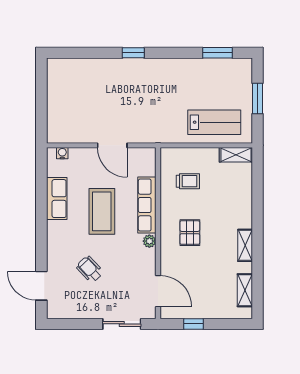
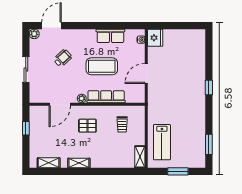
fridge: (59, 132) -> (155, 38), added
door: (158, 291) -> (60, 104), moved
plant: (54, 312) -> (34, 34), added
sliding door: (122, 324) -> (26, 69), moved

